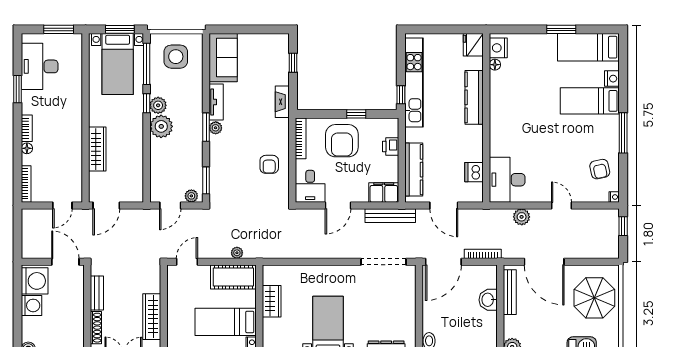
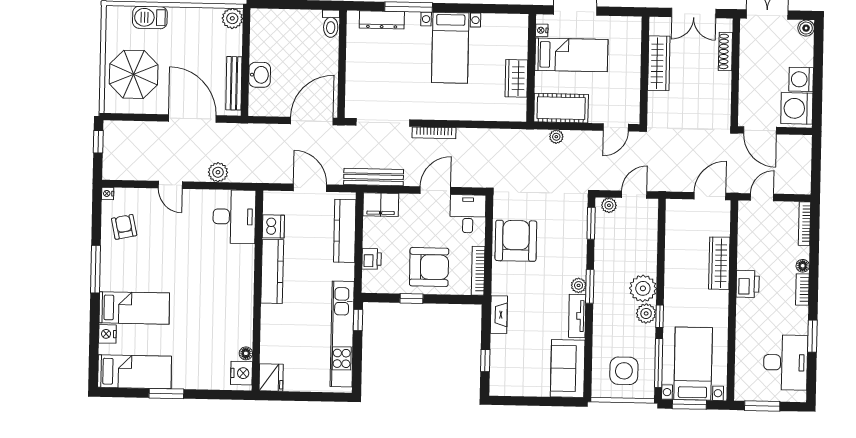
kitchen counter: (474, 97) -> (272, 271), moved
printer: (73, 132) -> (748, 284), added
armchair: (342, 141) -> (429, 267), turned 90
armchair: (269, 164) -> (516, 241), width x1.88, depth x1.88
window: (623, 226) -> (98, 142), moved
bookcase: (483, 254) -> (434, 133), moved
bench: (97, 293) -> (723, 92), removed

